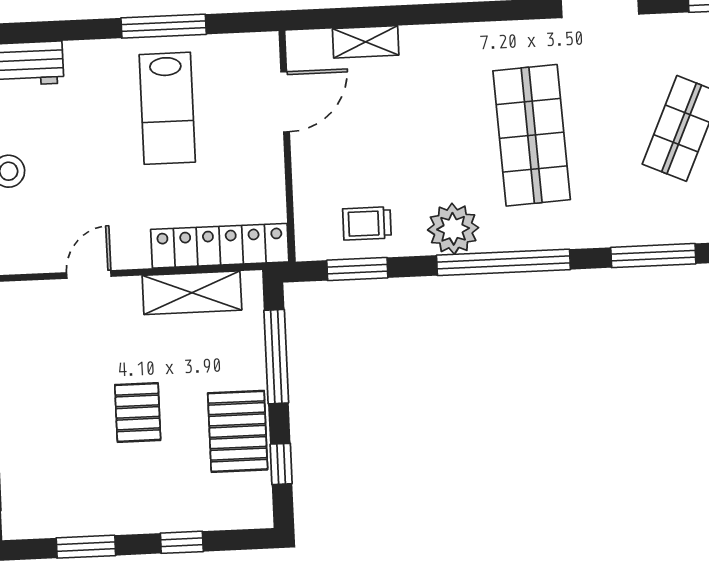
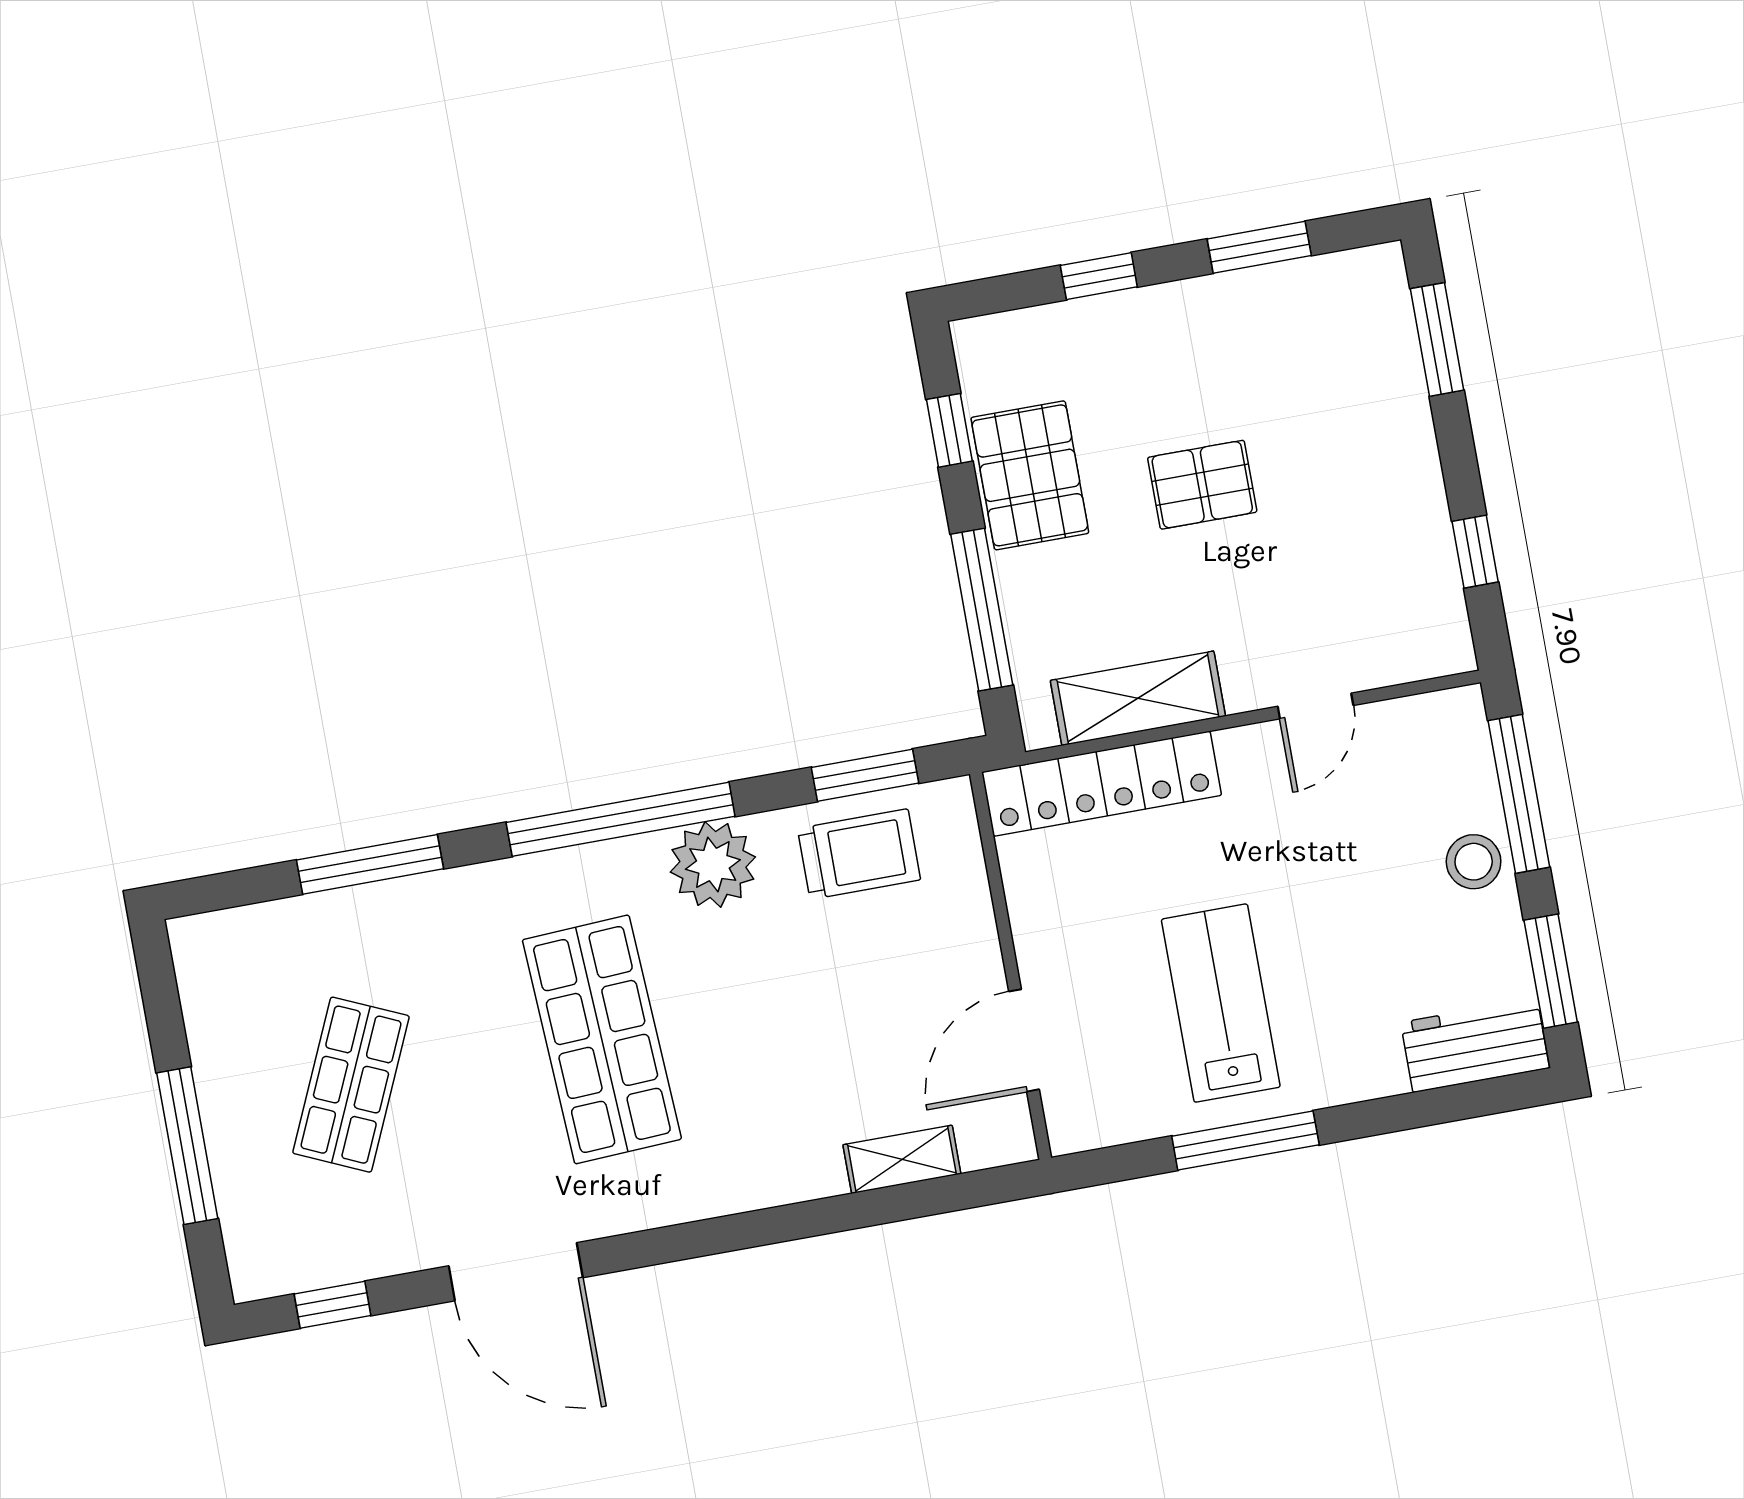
trolley: (367, 223) -> (859, 854), width x1.36, depth x1.39
pallet: (138, 412) -> (1202, 485), turned 90

